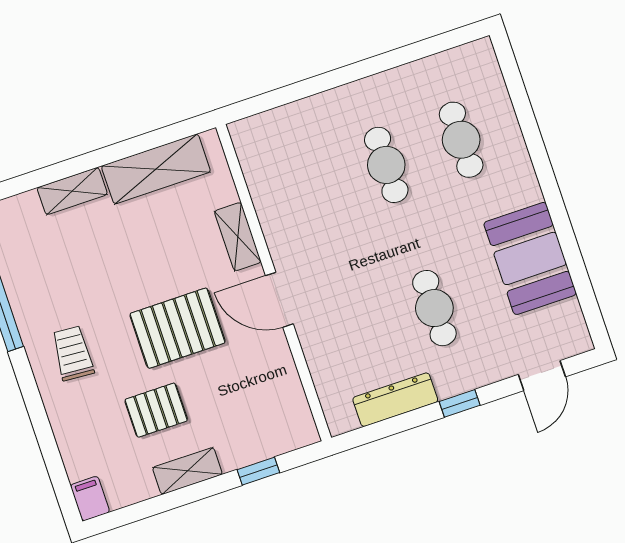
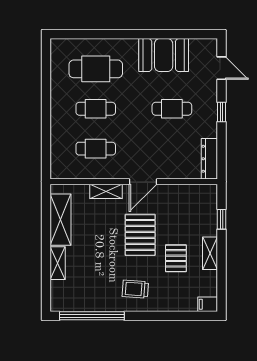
cafe table: (461, 140) -> (96, 69), width x1.37, depth x1.35
cafe table: (311, 190) -> (96, 149), added
dresser: (395, 400) -> (209, 159), moved

